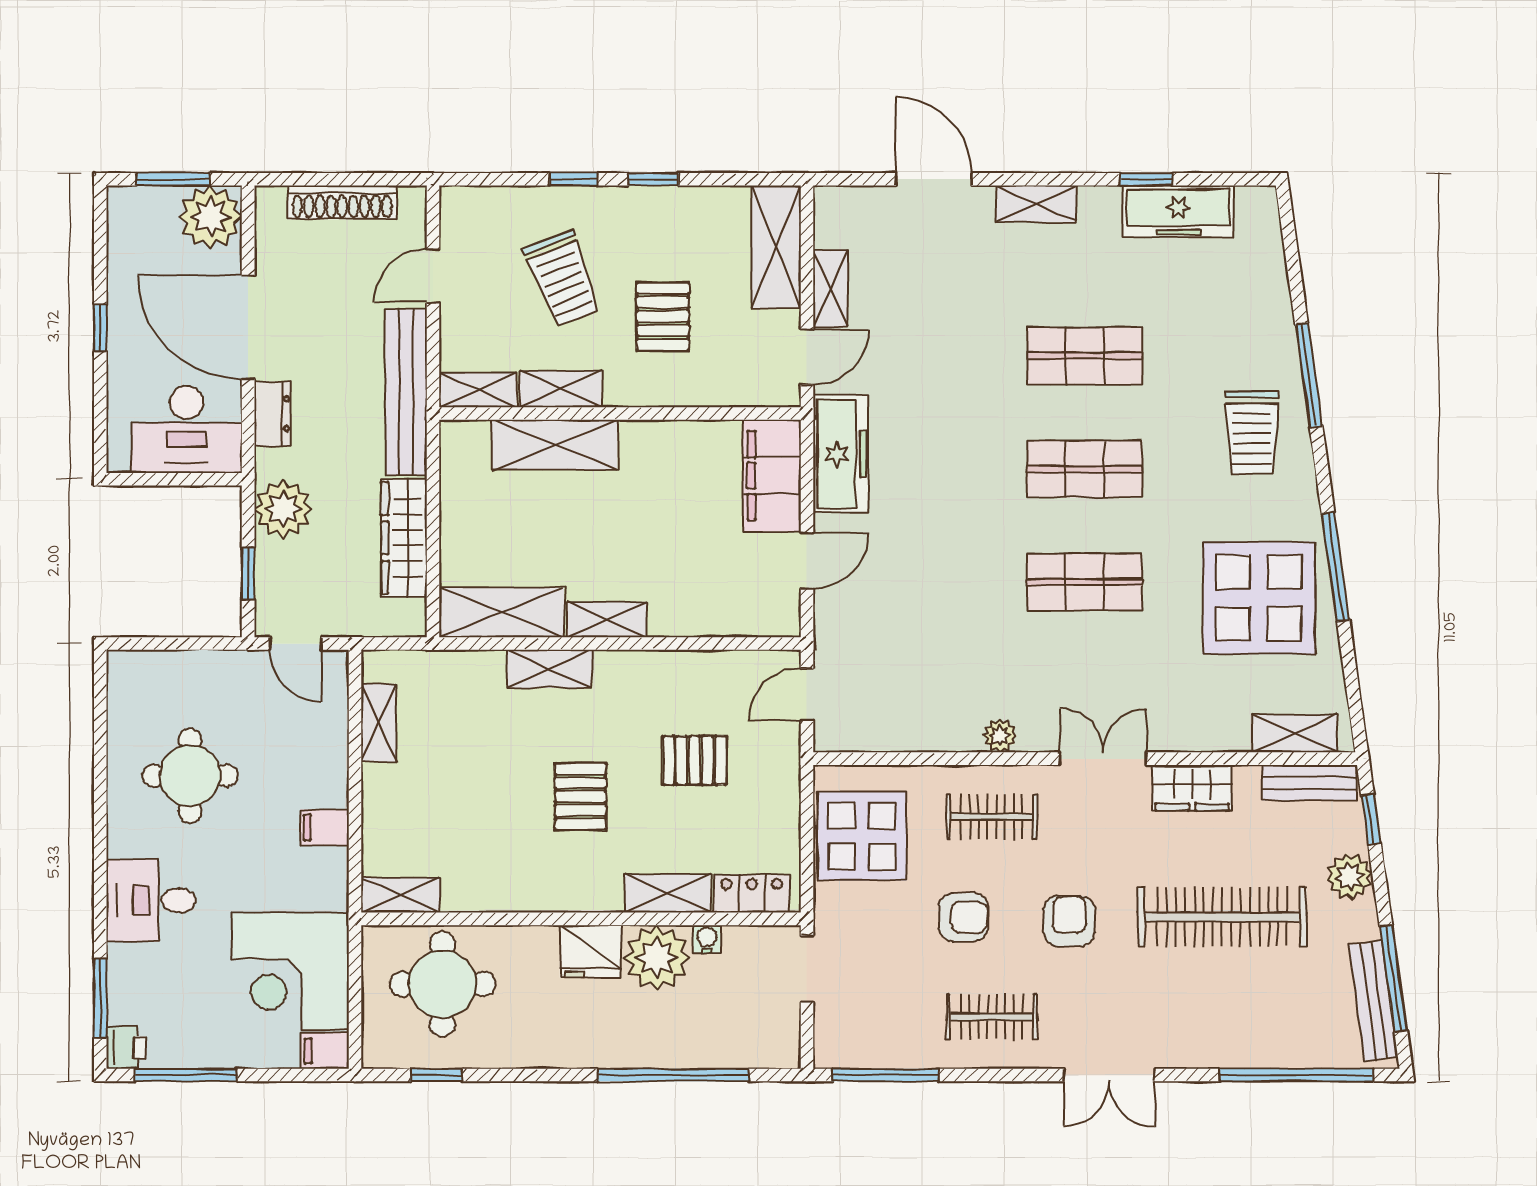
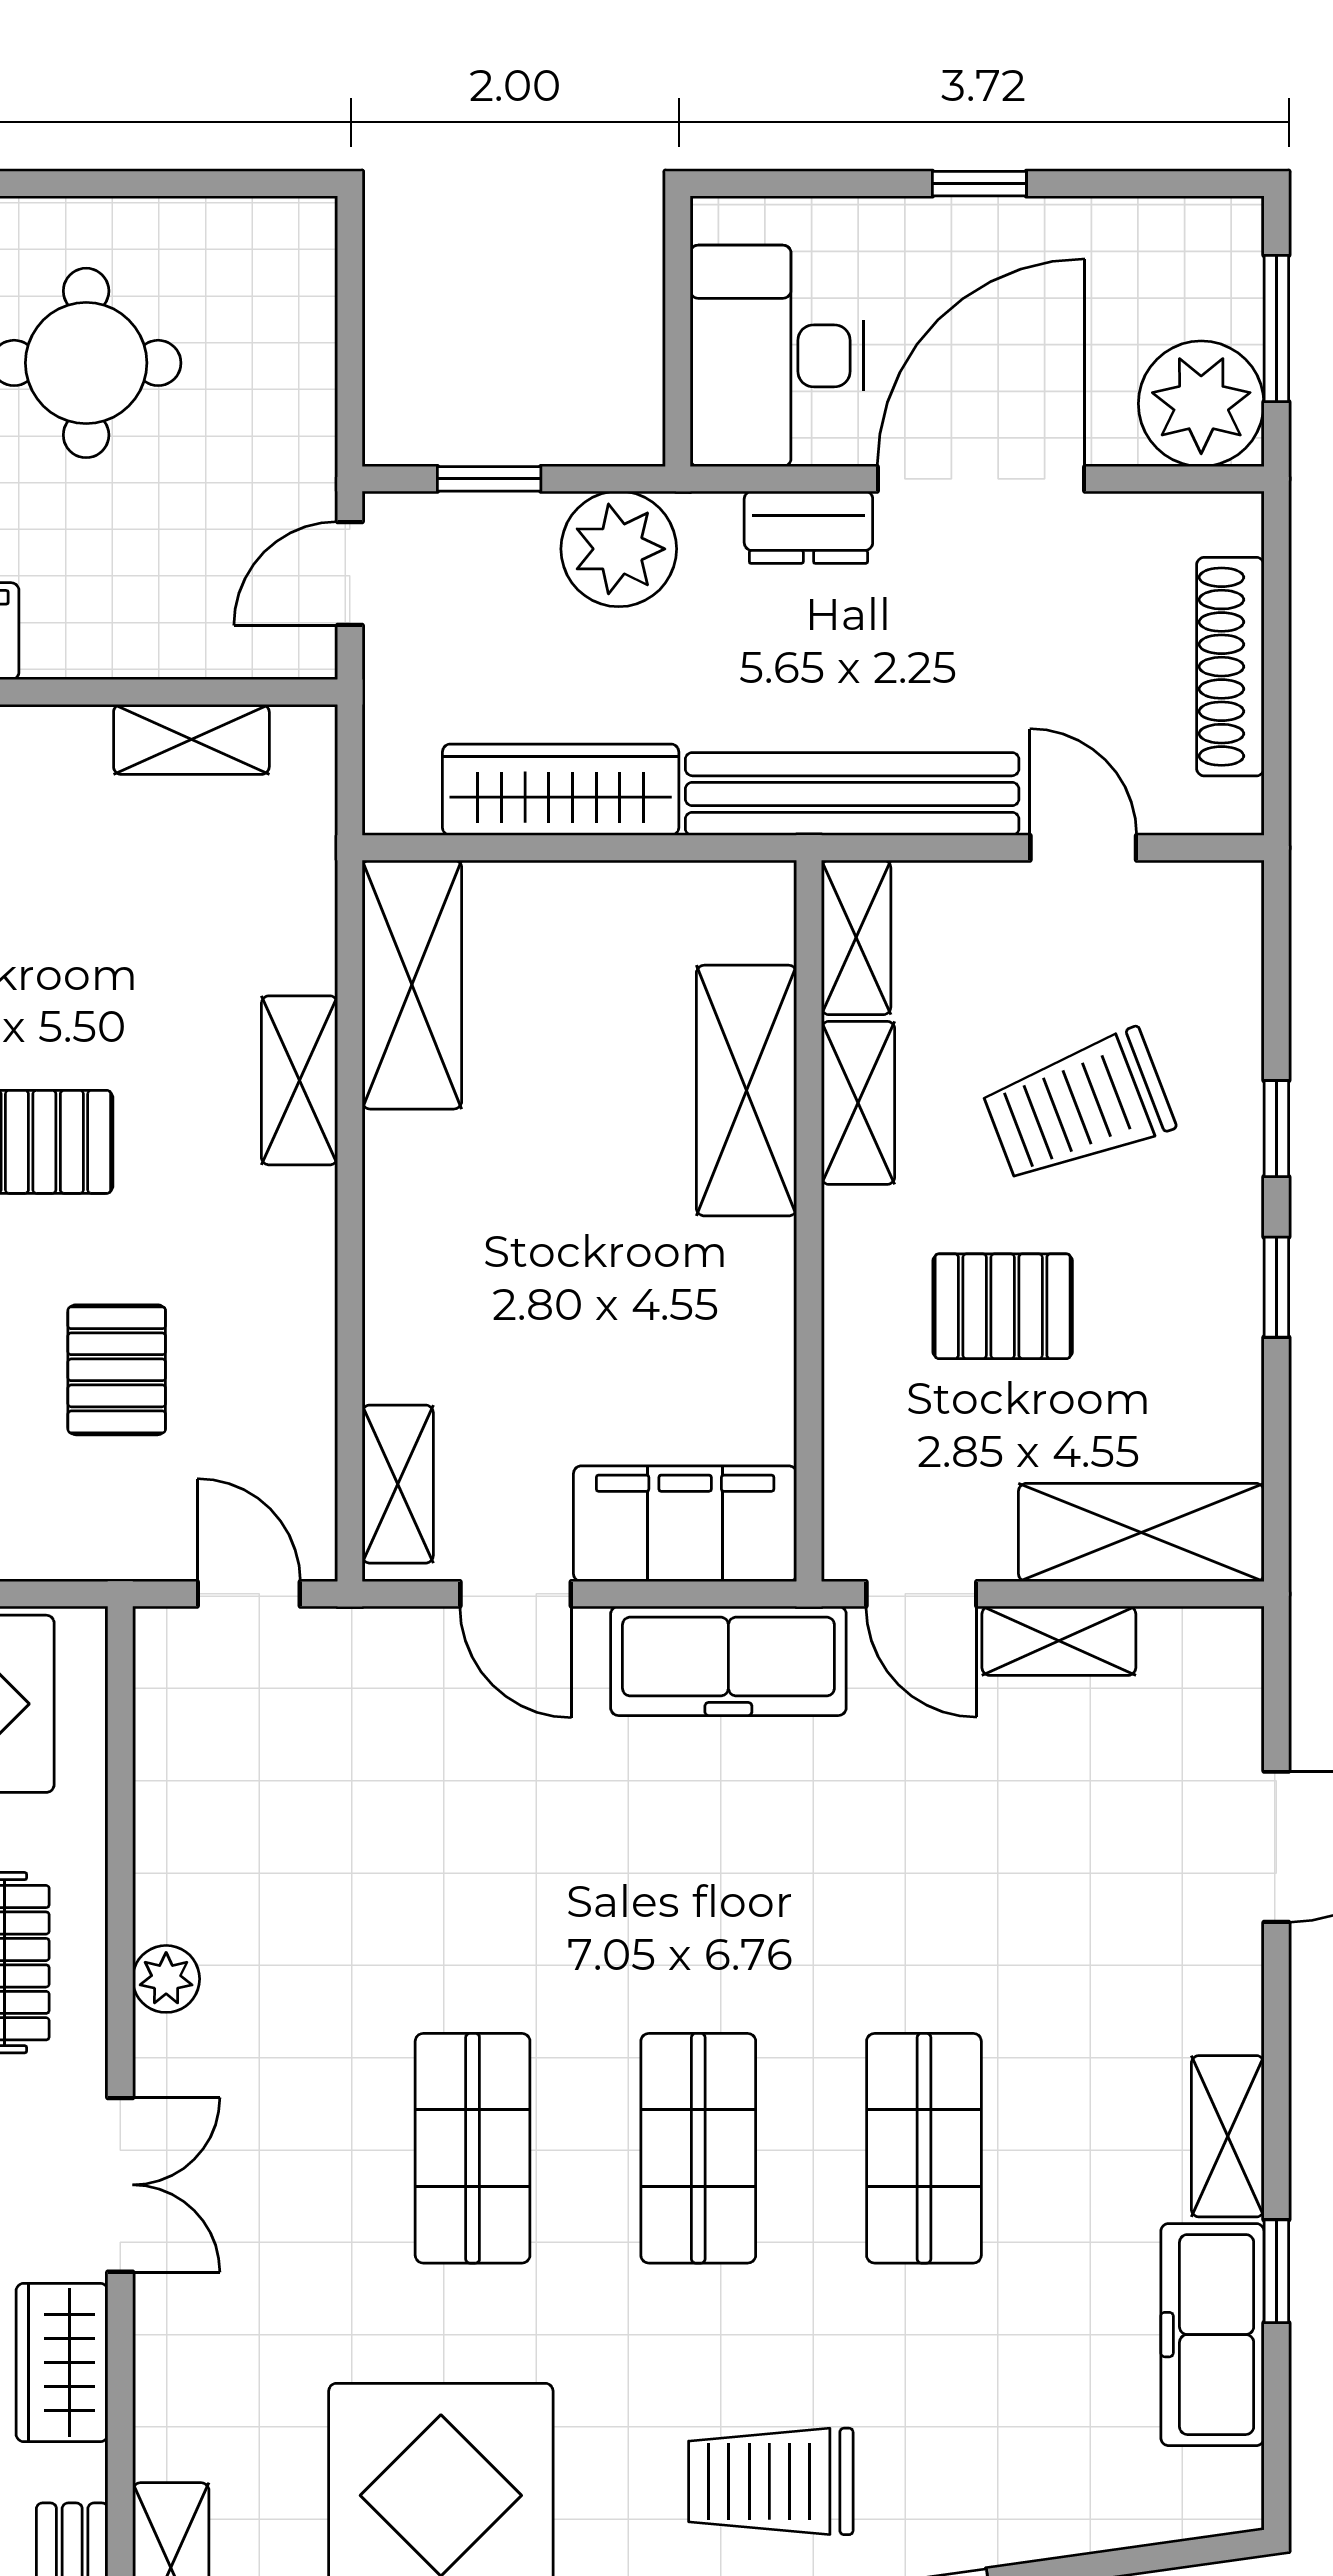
shelving: (1036, 204) -> (1228, 2136), moved
shelving: (607, 620) -> (398, 1484), moved

